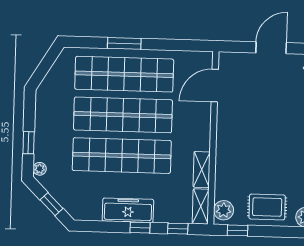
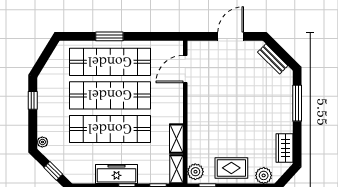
window: (29, 143) -> (33, 100), moved

